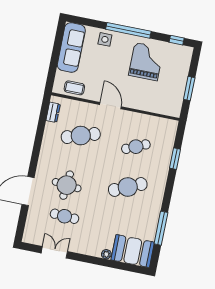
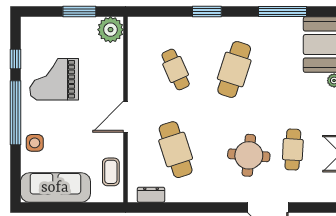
window: (177, 40) -> (15, 59), moved
plant: (172, 107) -> (110, 30), added
window: (175, 159) -> (207, 12), moved
cafe table: (128, 187) -> (234, 69), turned 42

